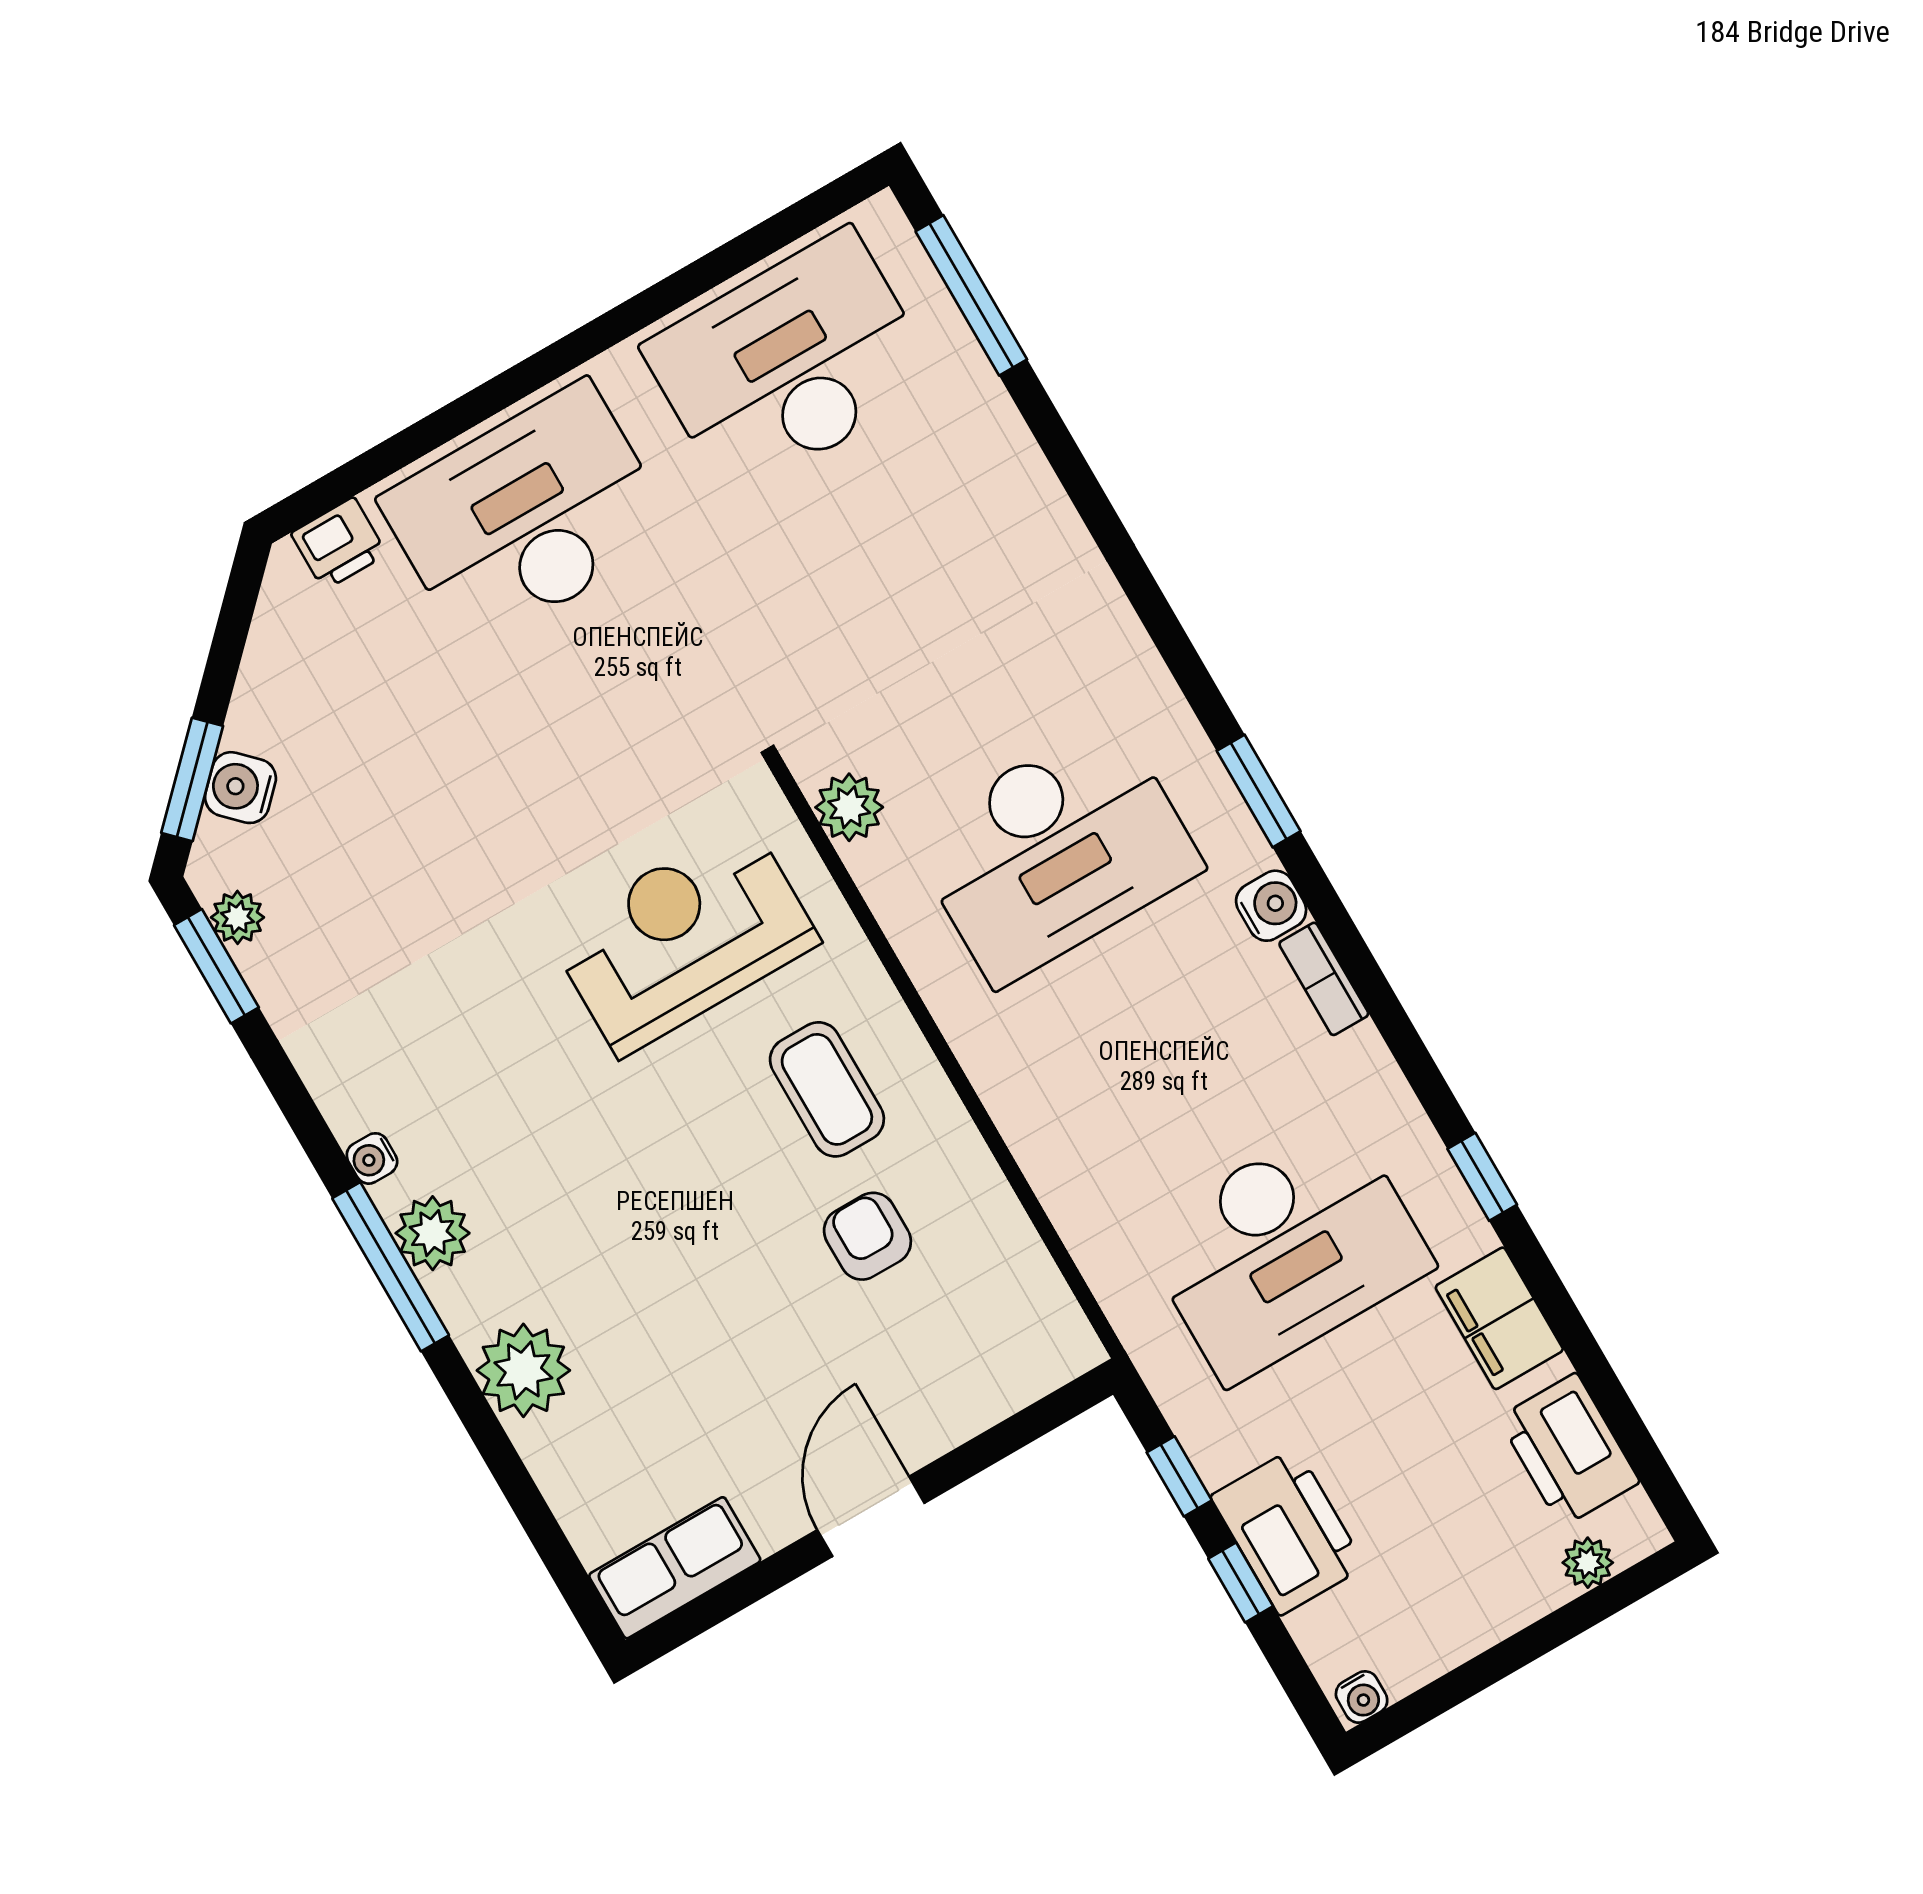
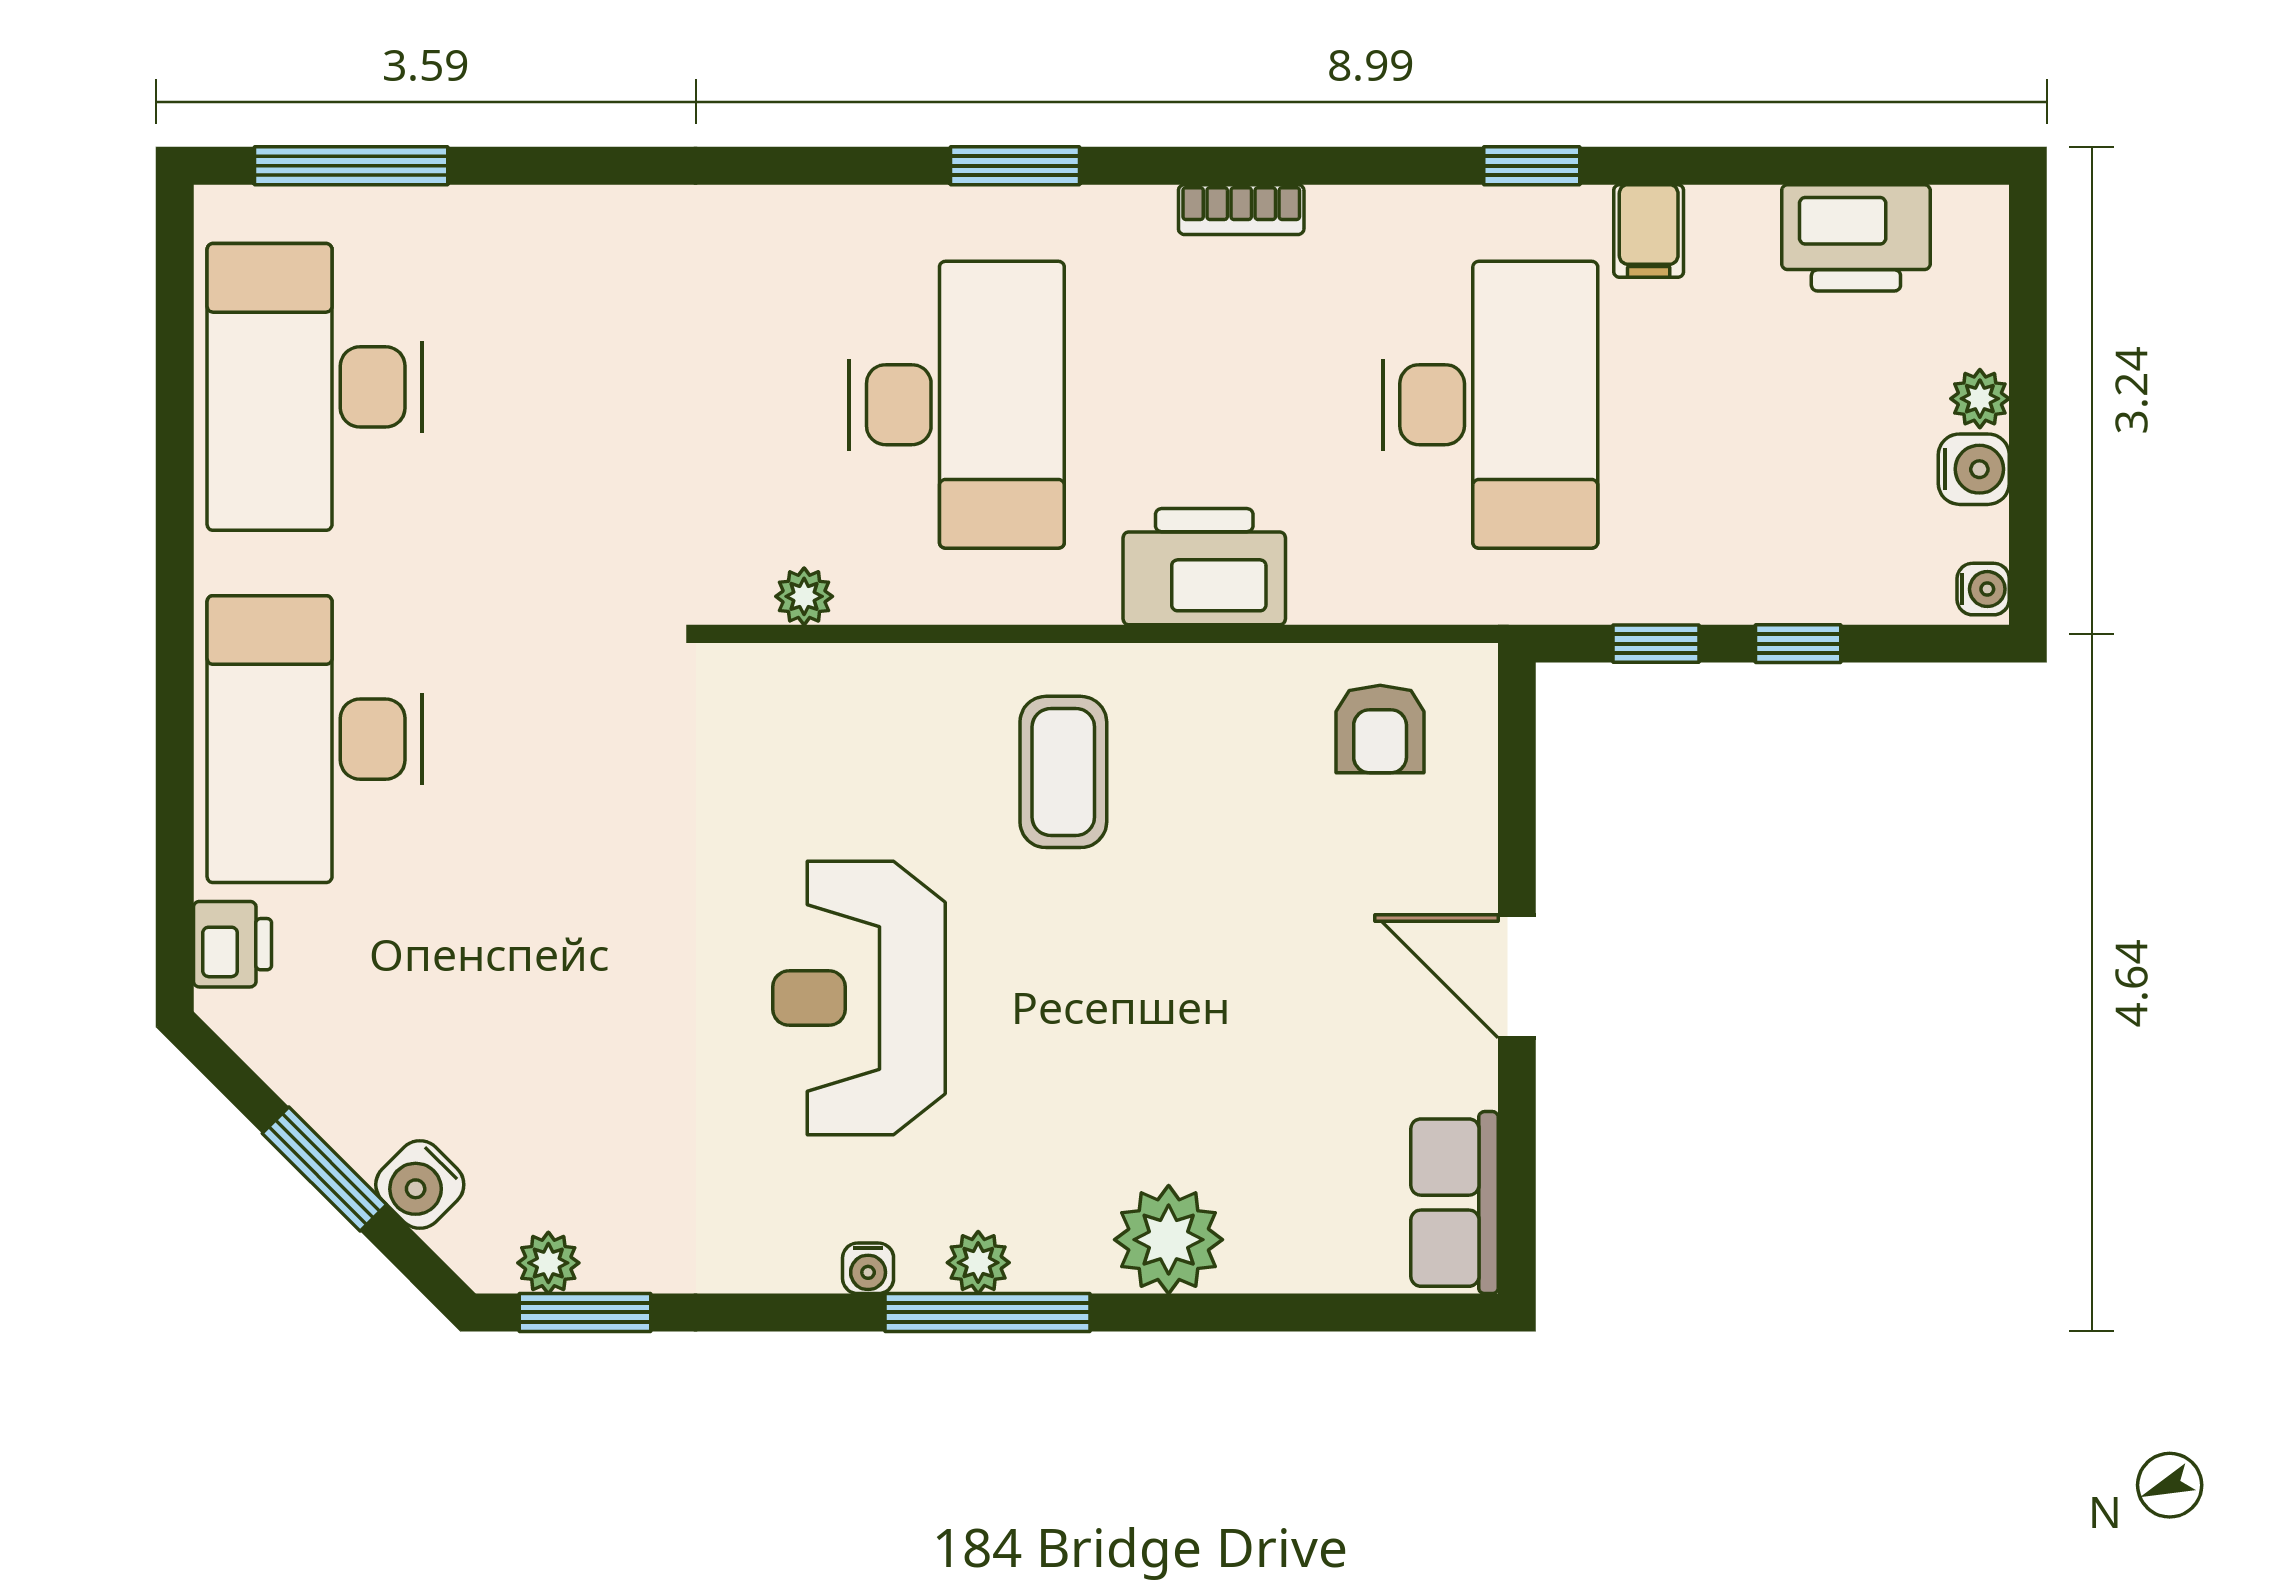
window: (192, 779) -> (324, 1169), moved
plant: (849, 807) -> (804, 596), width x0.73, depth x0.73
water cooler: (1271, 906) -> (1974, 469), moved, turned 90
reception desk: (684, 938) -> (859, 998), moved
coffee table: (827, 1089) -> (1063, 772), turned 90
plant: (433, 1233) -> (978, 1263), width x0.73, depth x0.73
armchair: (867, 1236) -> (1380, 729), moved, turned -90
filing cabinet: (1499, 1318) -> (1649, 231), width x0.50
printer: (1288, 1531) -> (1204, 567), moved
plant: (1588, 1563) -> (1980, 399), moved

